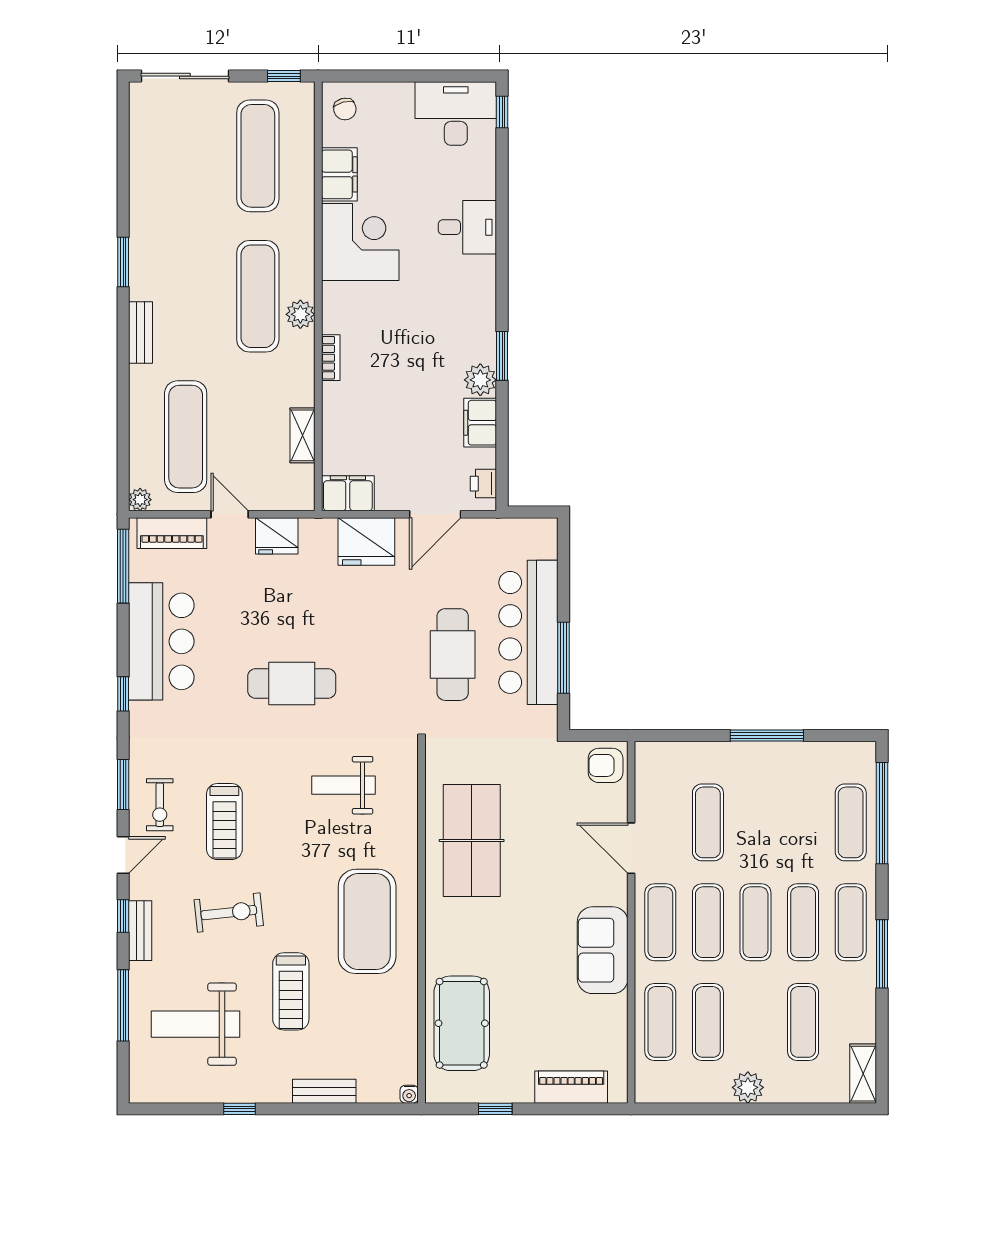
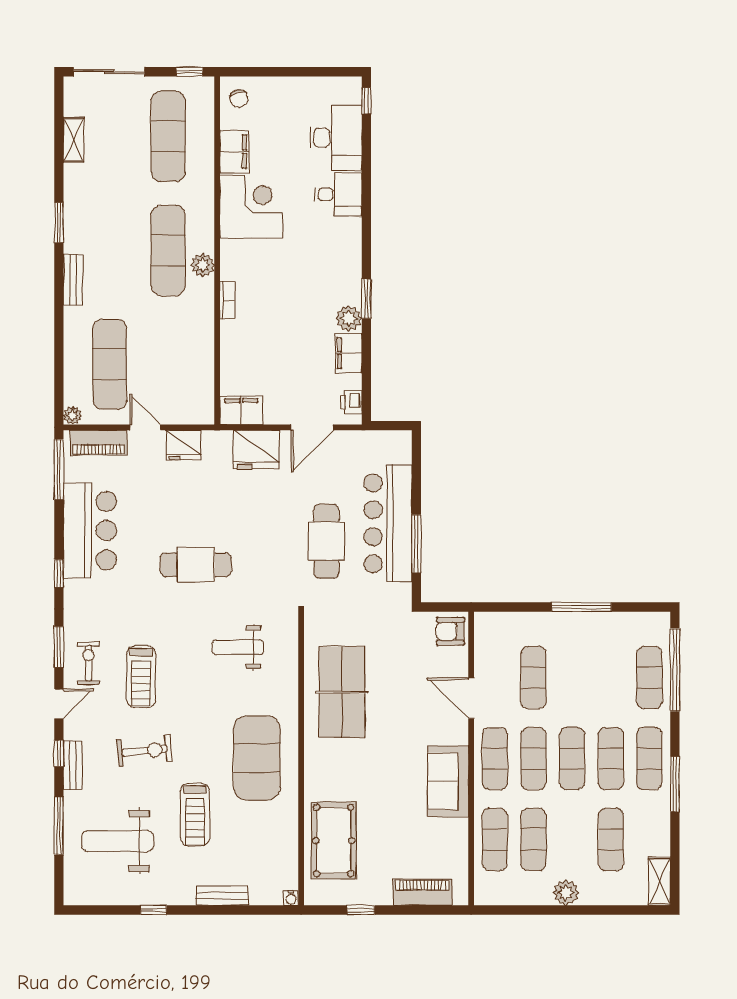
desk: (456, 114) -> (336, 138), moved, turned 90
shelving: (302, 435) -> (73, 140), moved
exercise bike: (160, 805) -> (89, 663), turned 180

